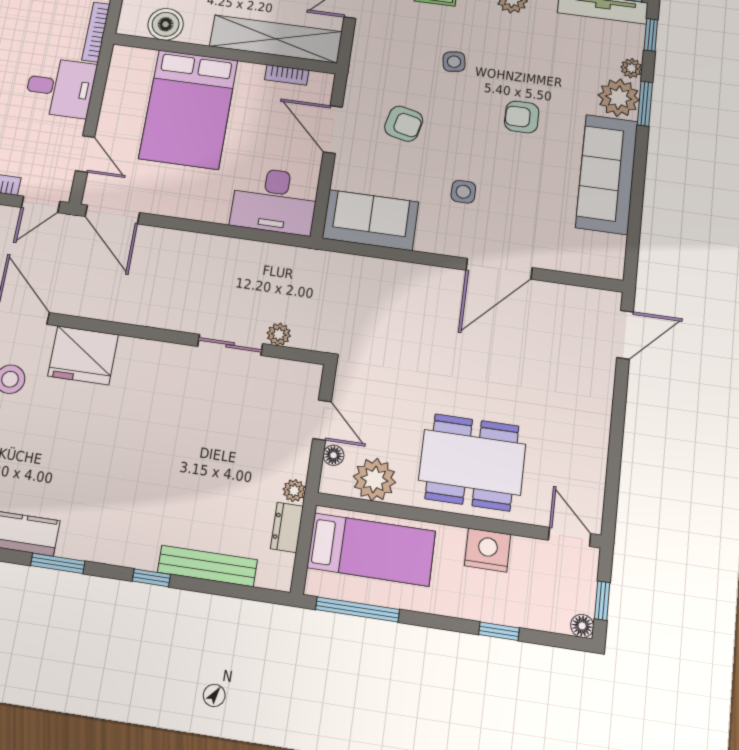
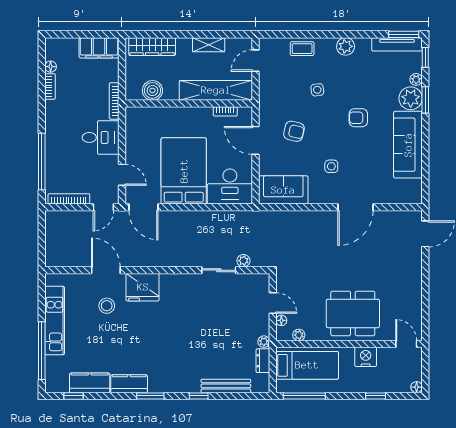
bed: (188, 109) -> (184, 171), moved, turned 180
plant: (374, 479) -> (299, 335), width x0.53, depth x0.53
window: (602, 601) -> (425, 373), removed

